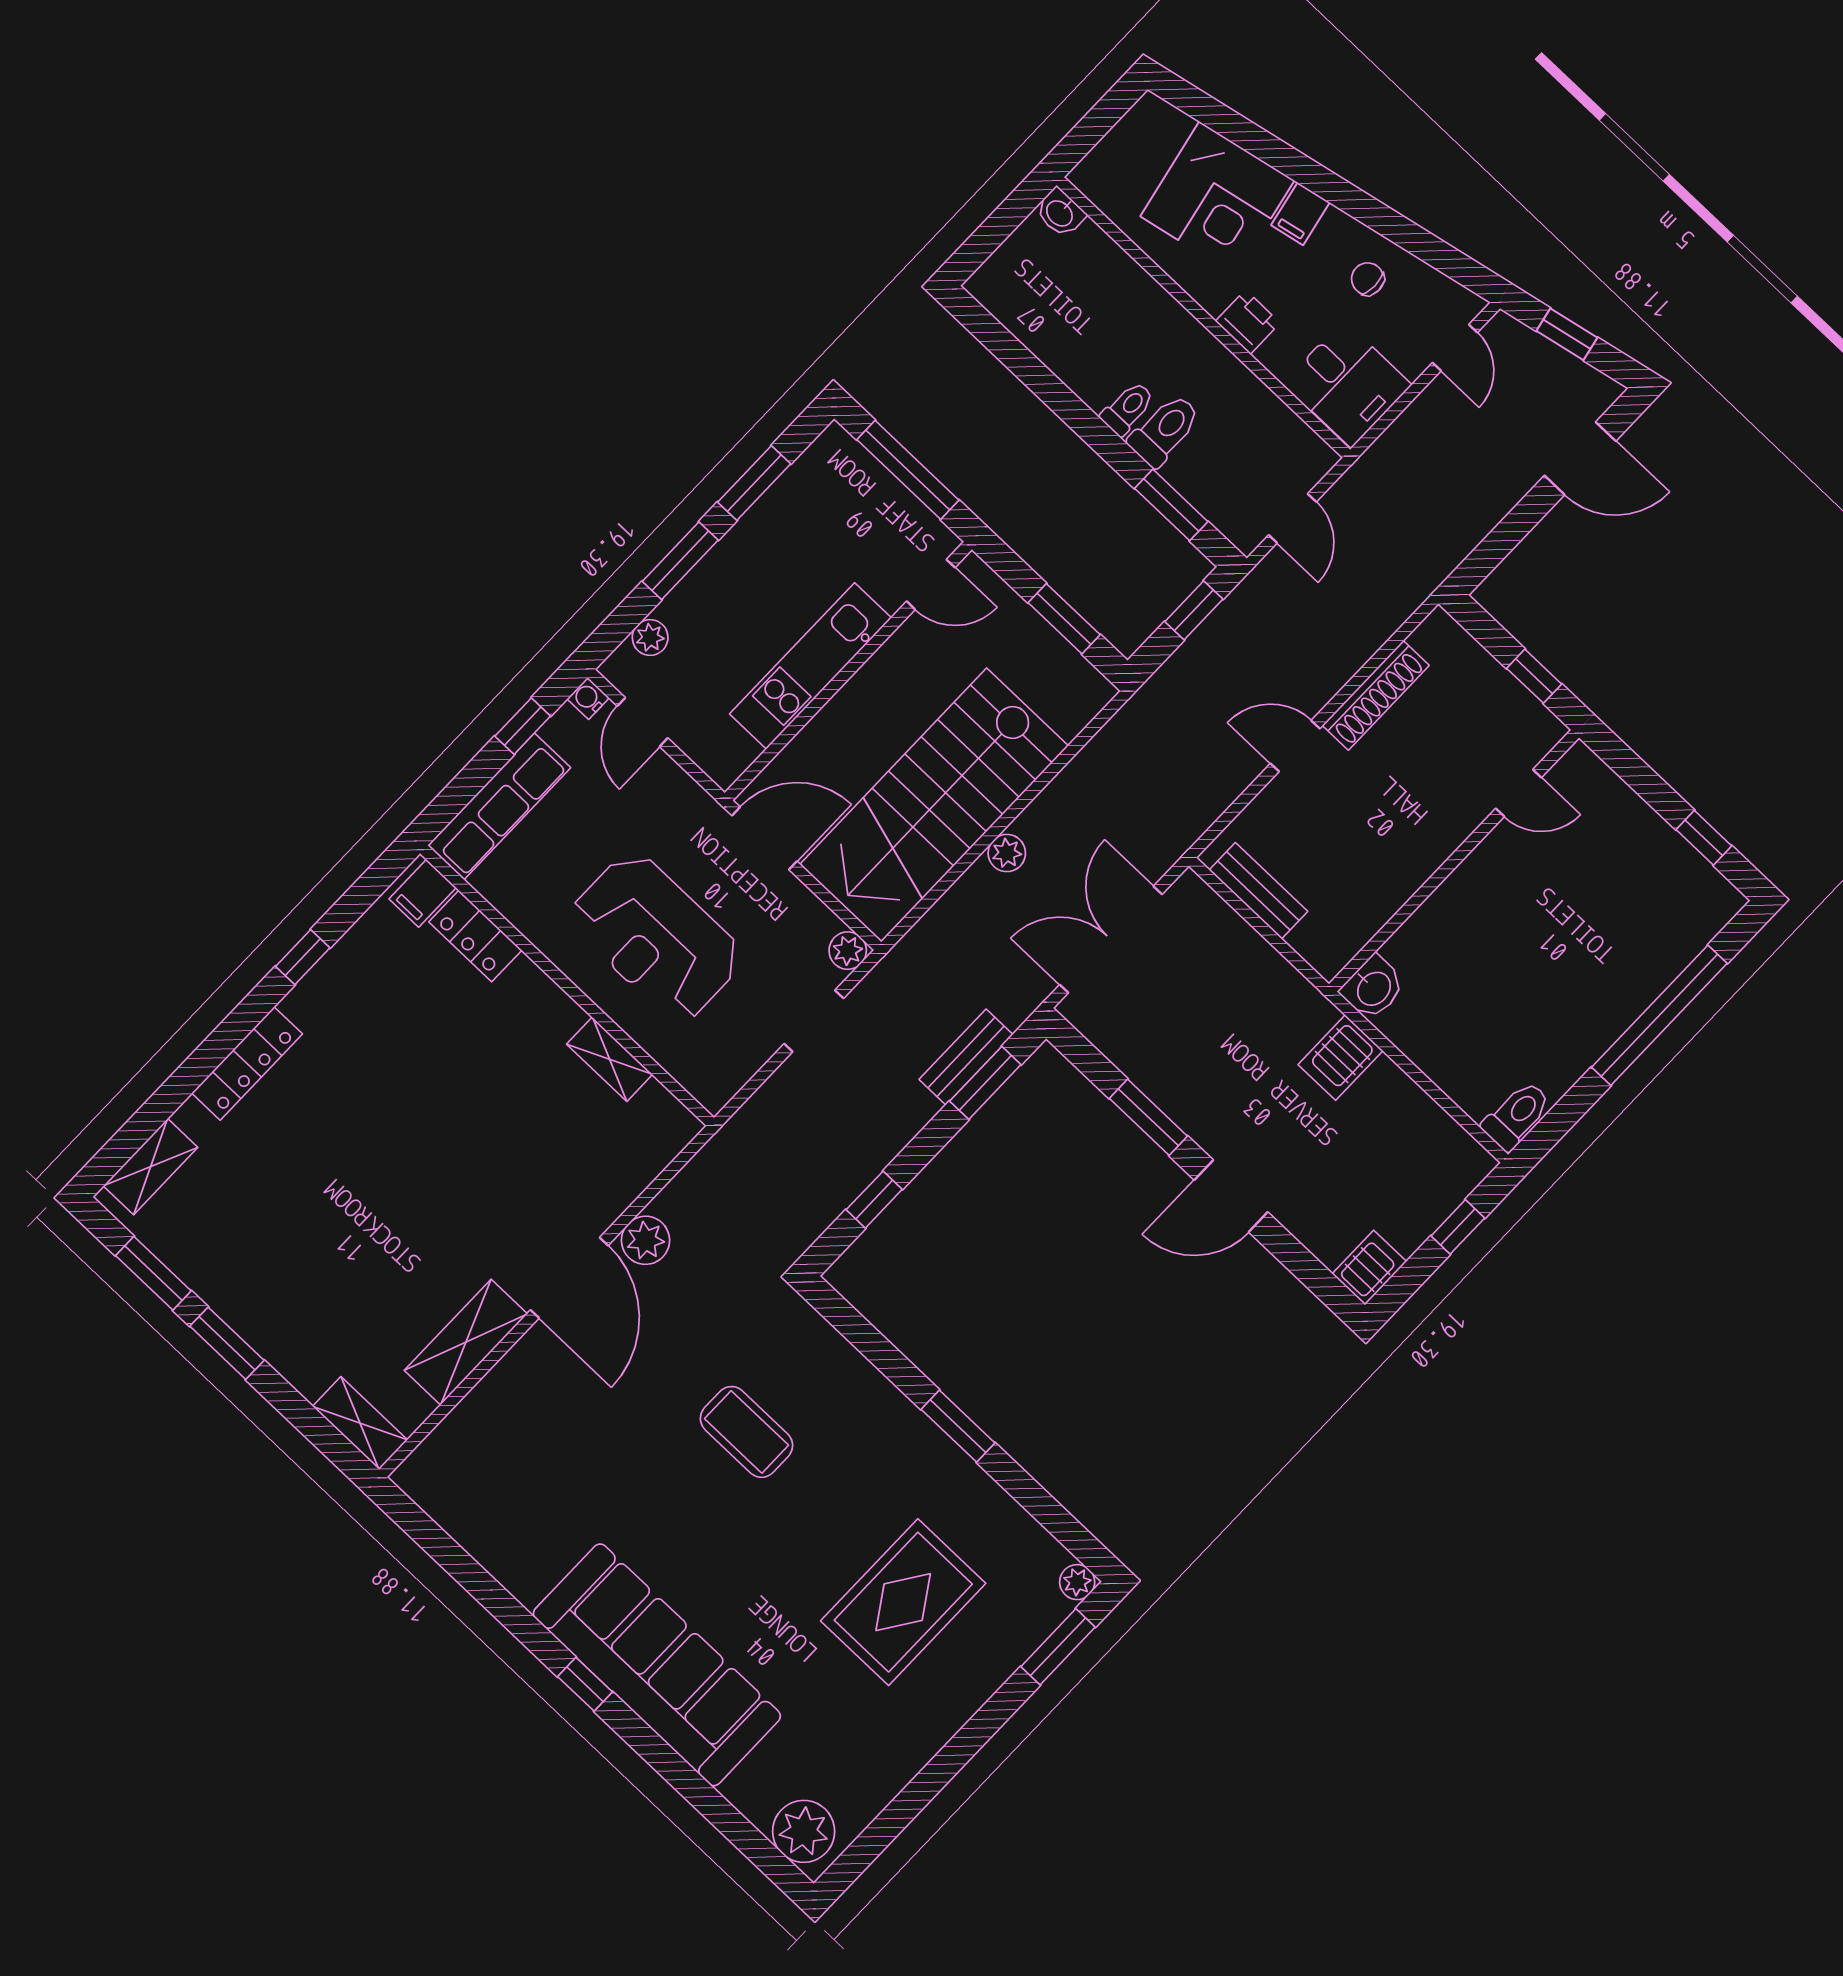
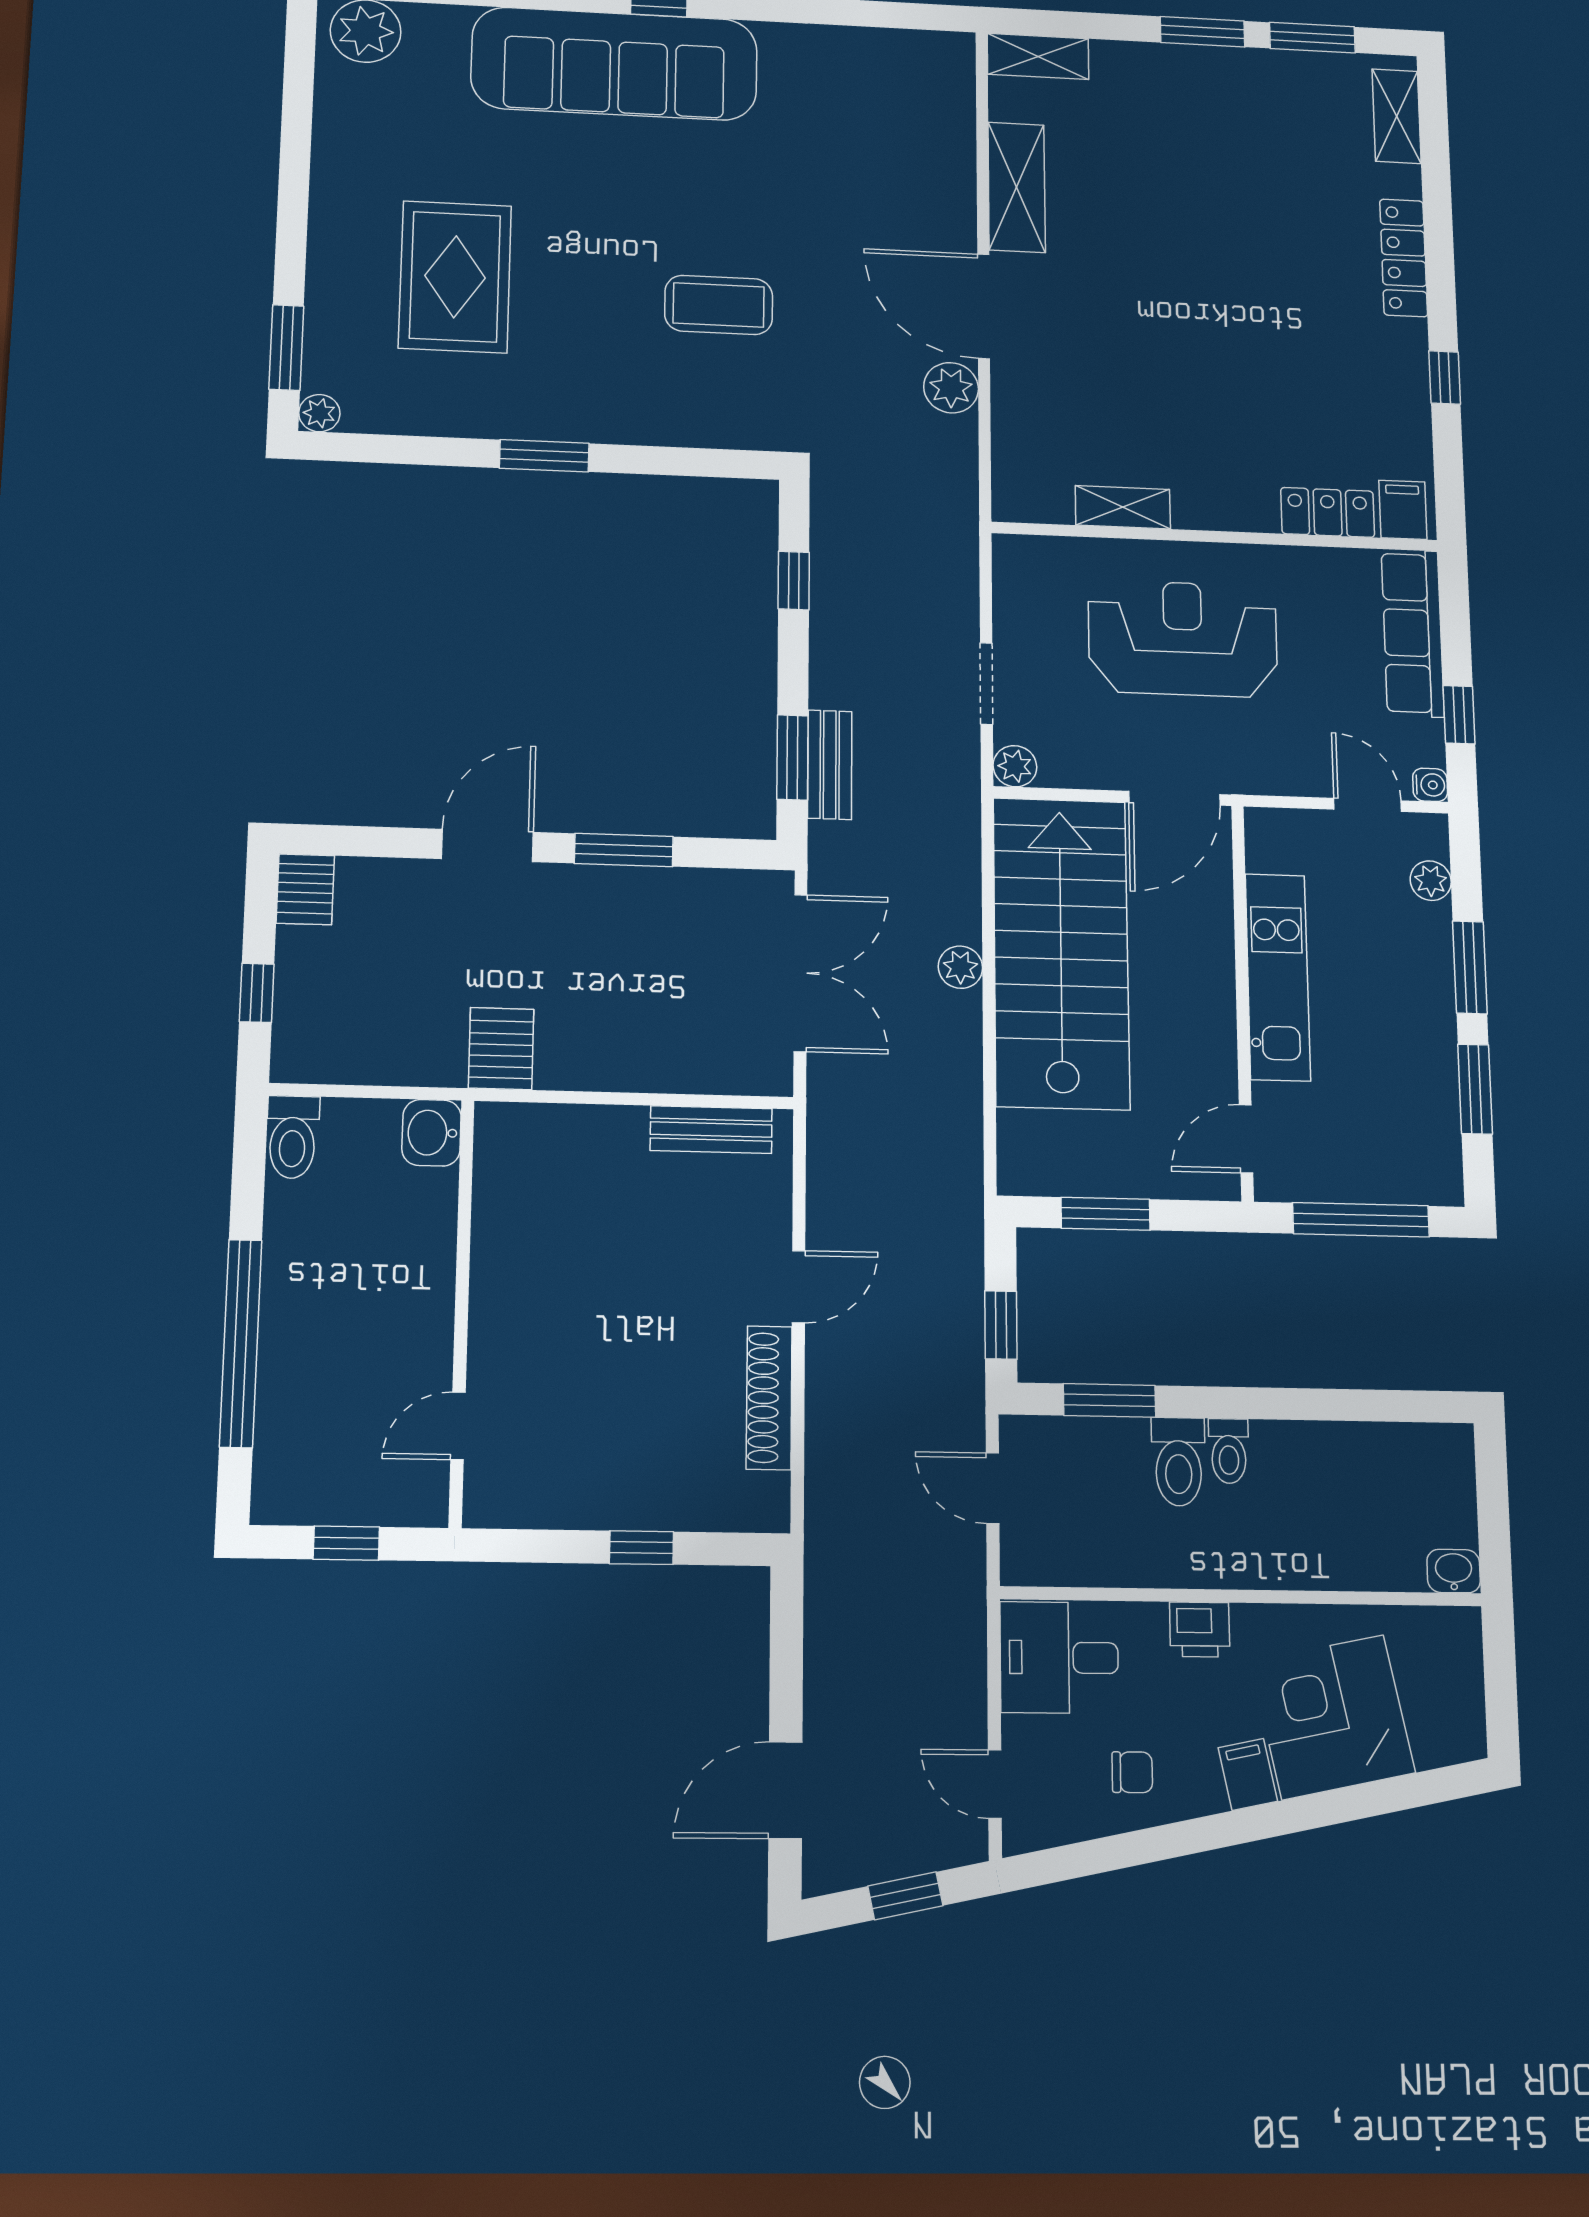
door: (1519, 793) -> (458, 1426), moved
wall: (1454, 861) -> (462, 1311), moved
washbasin: (1373, 988) -> (431, 1133), moved

